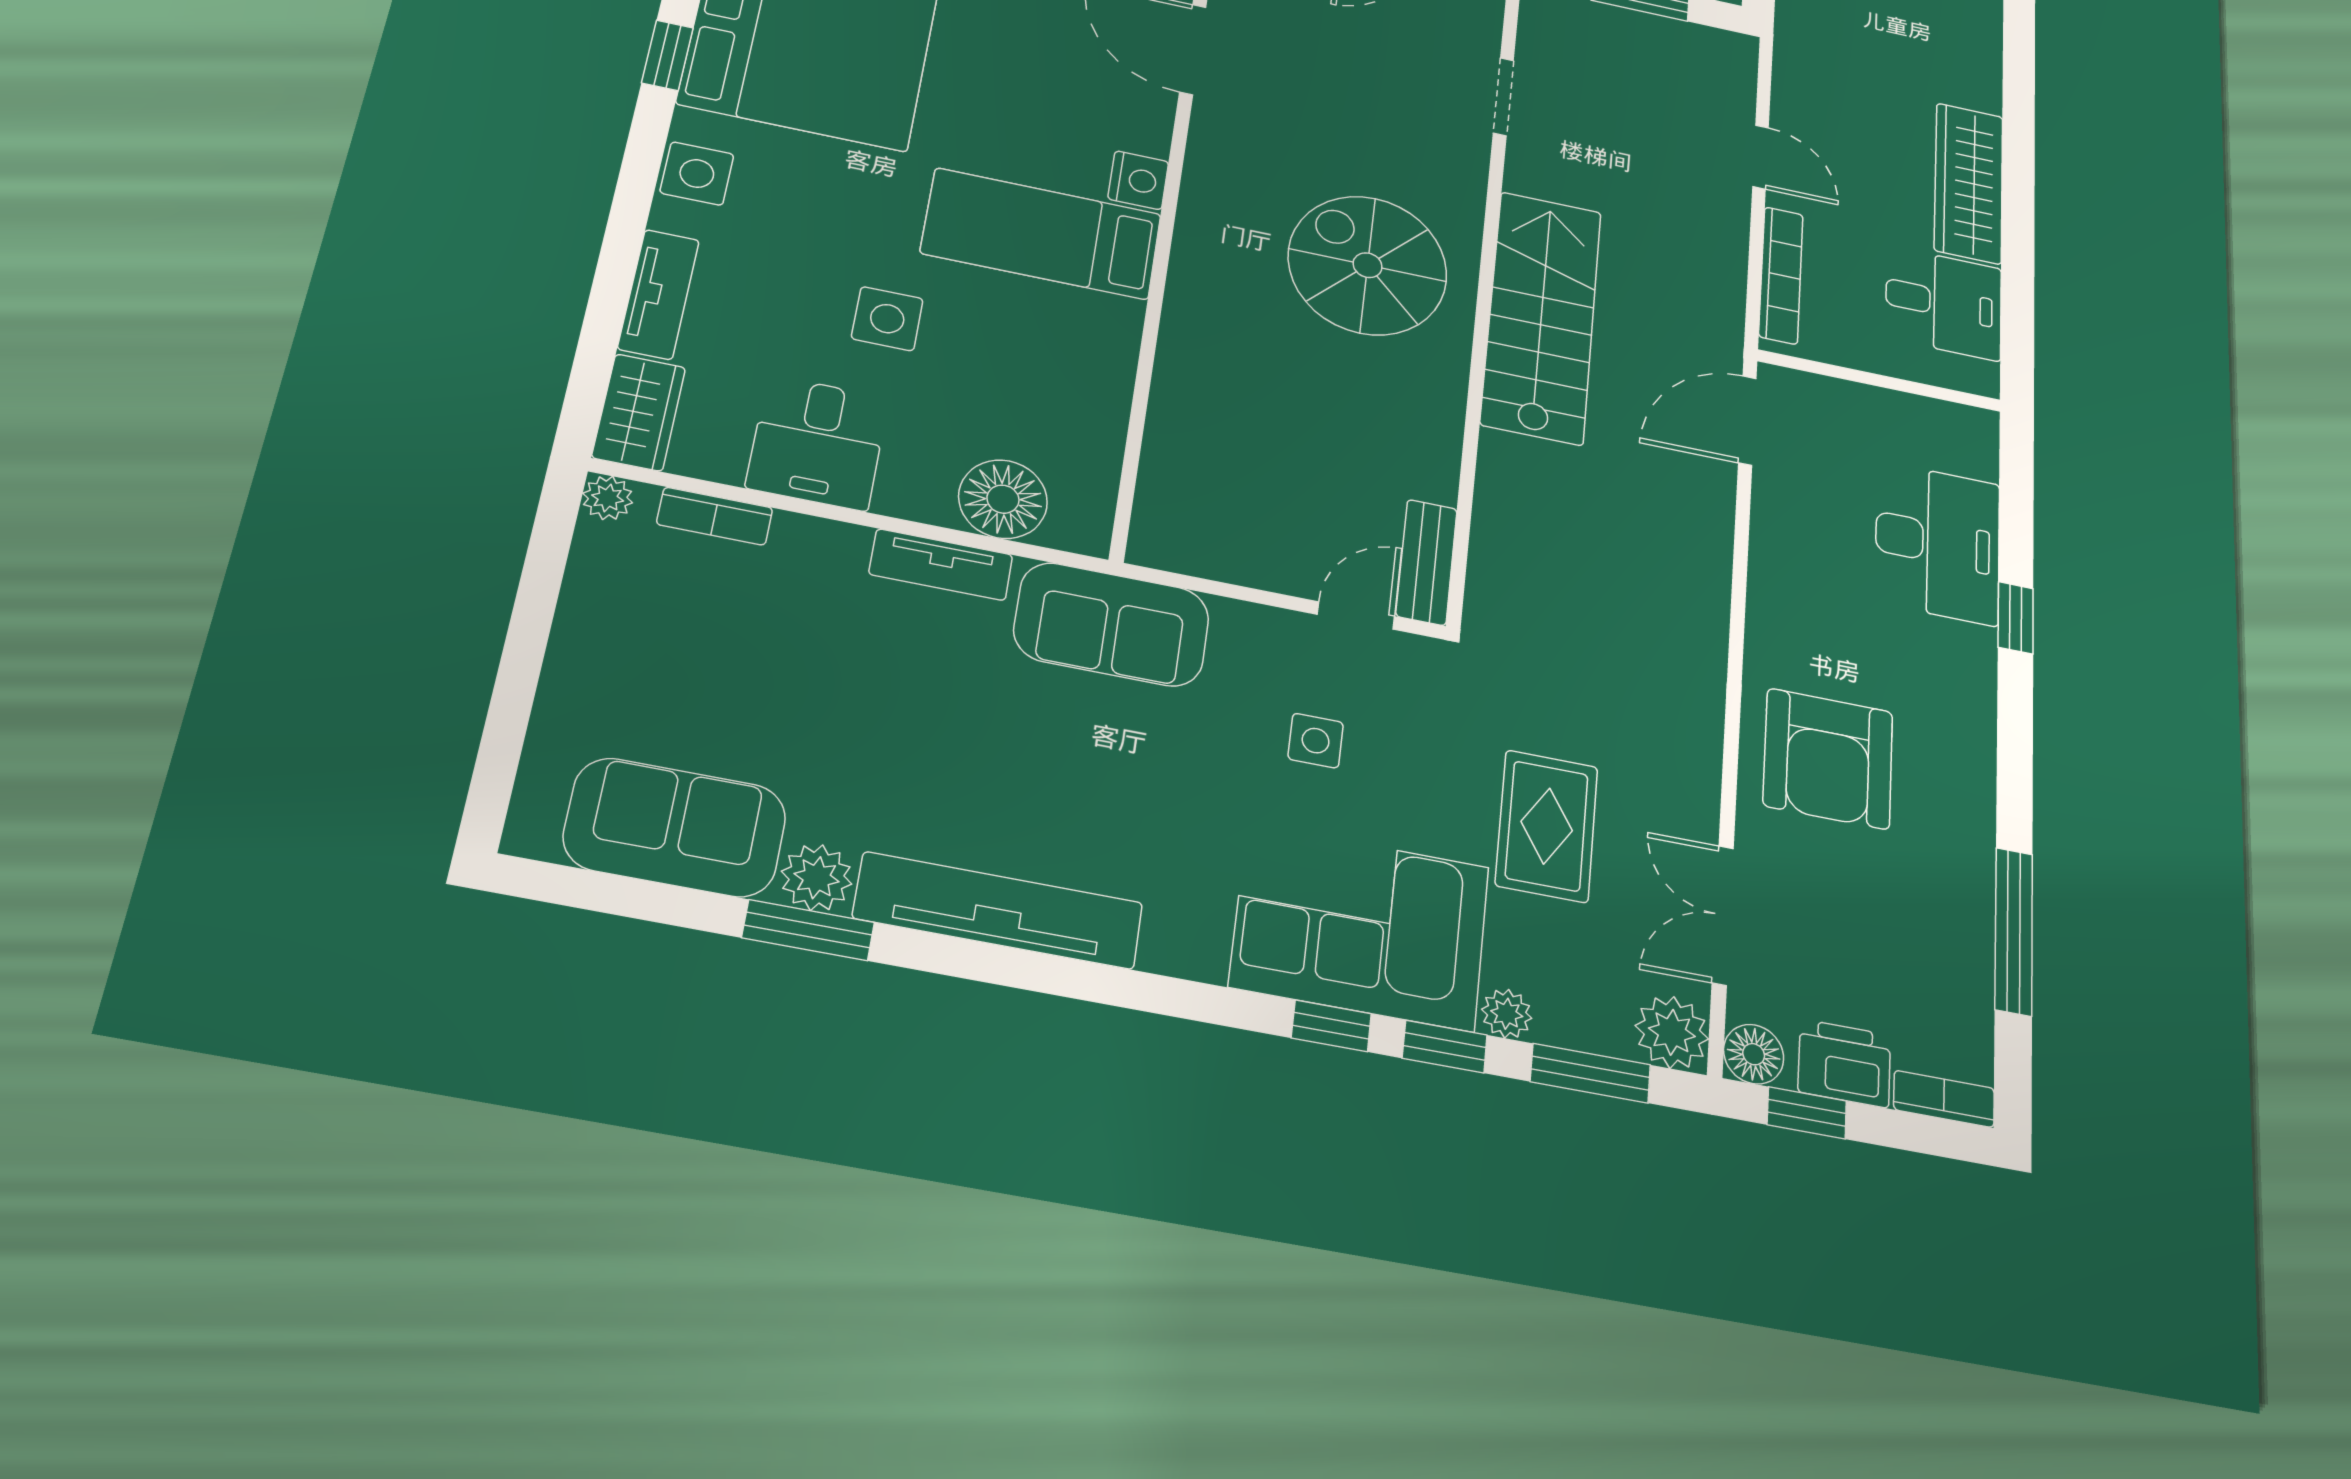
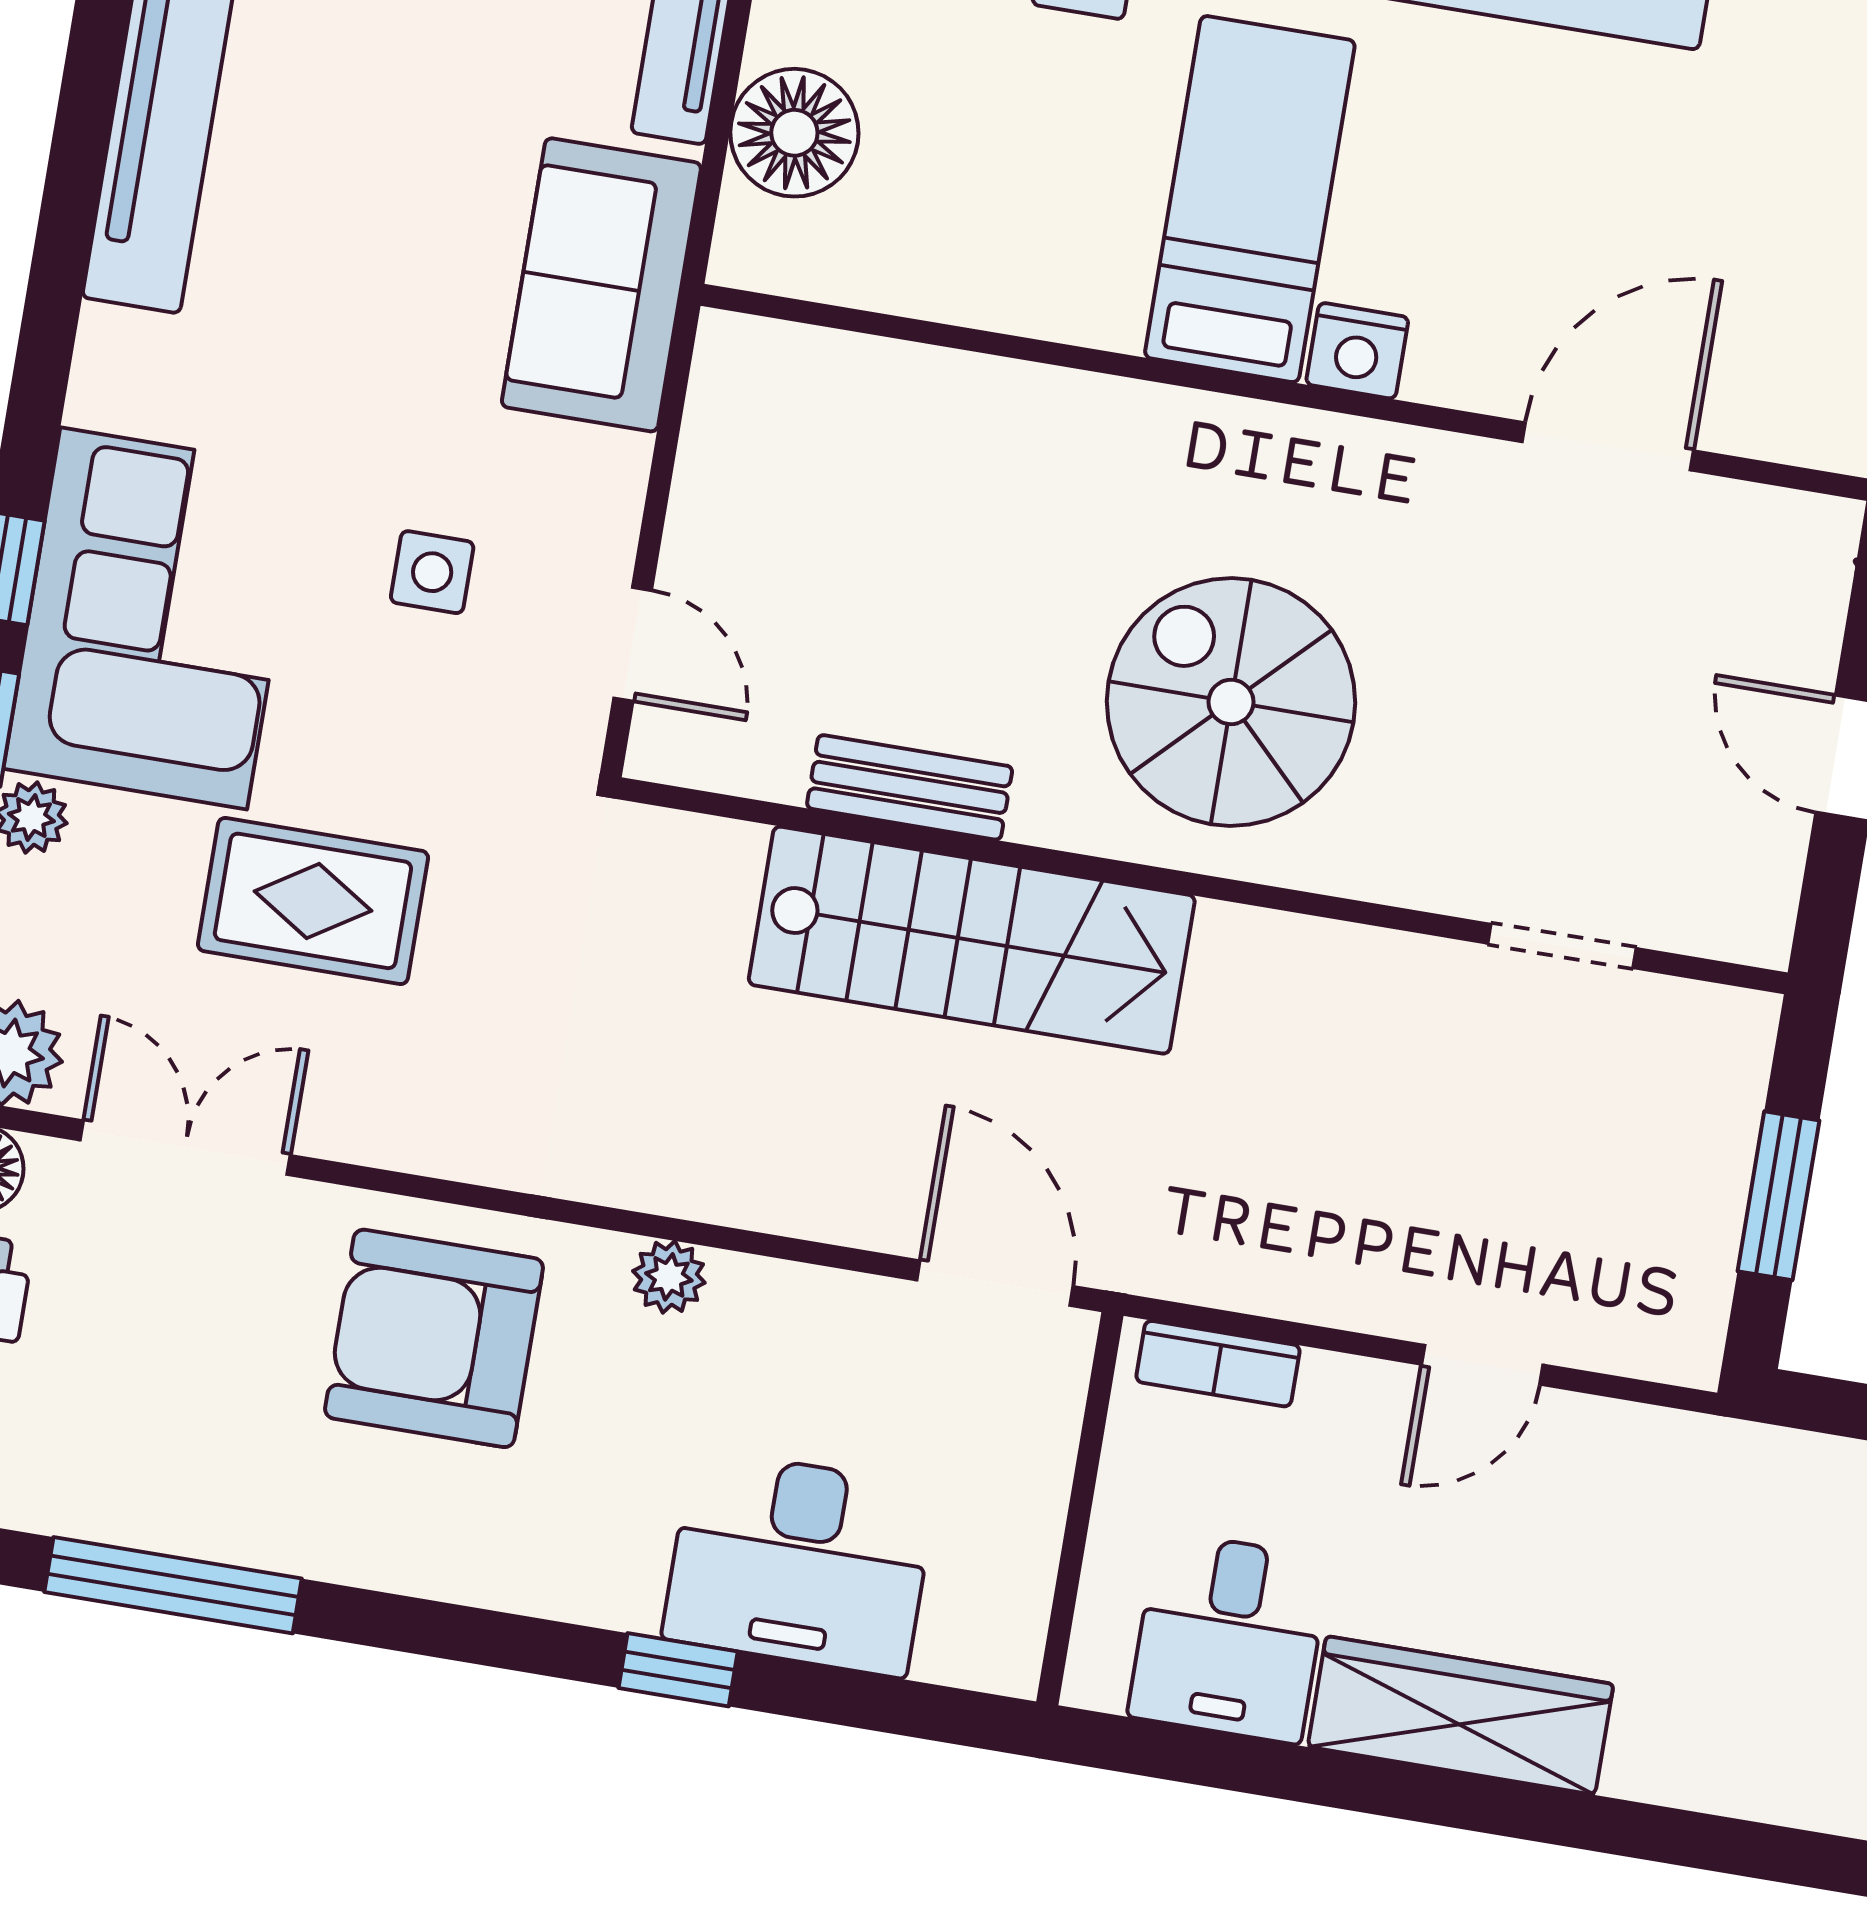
spiral stairs: (1368, 265) -> (1231, 702), turned -90
bookcase: (1781, 275) -> (1218, 1364), width x0.64
stairs: (1541, 317) -> (972, 940), moved
bench: (1427, 562) -> (910, 787), moved
plant: (1769, 612) -> (669, 1277), added

